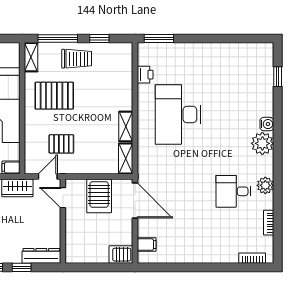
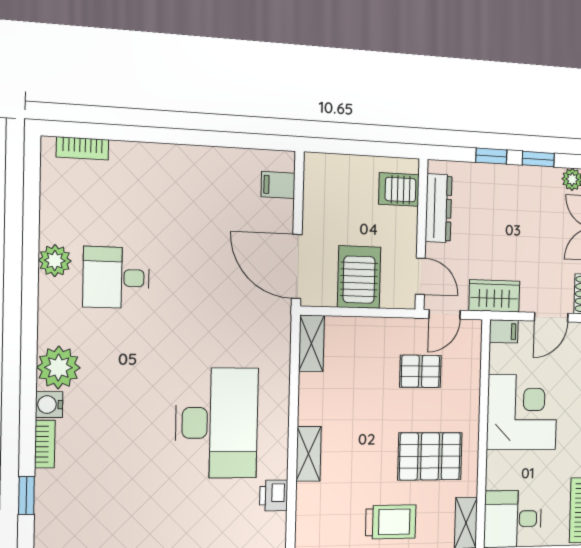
trolley: (77, 59) -> (391, 522), turned 180
shelving: (126, 127) -> (309, 454), moved
plant: (265, 185) -> (55, 261), moved
desk: (233, 191) -> (116, 278), turned 180
bookcase: (269, 223) -> (45, 444), moved
server rack: (121, 255) -> (399, 190), moved, turned 180
dresser: (41, 256) -> (439, 208), moved, turned -90

